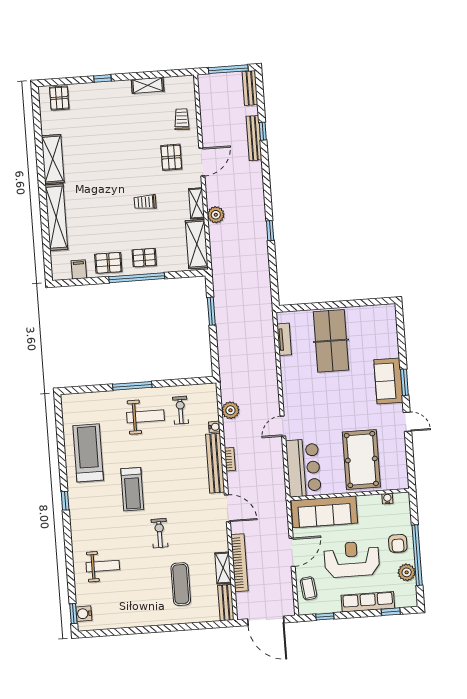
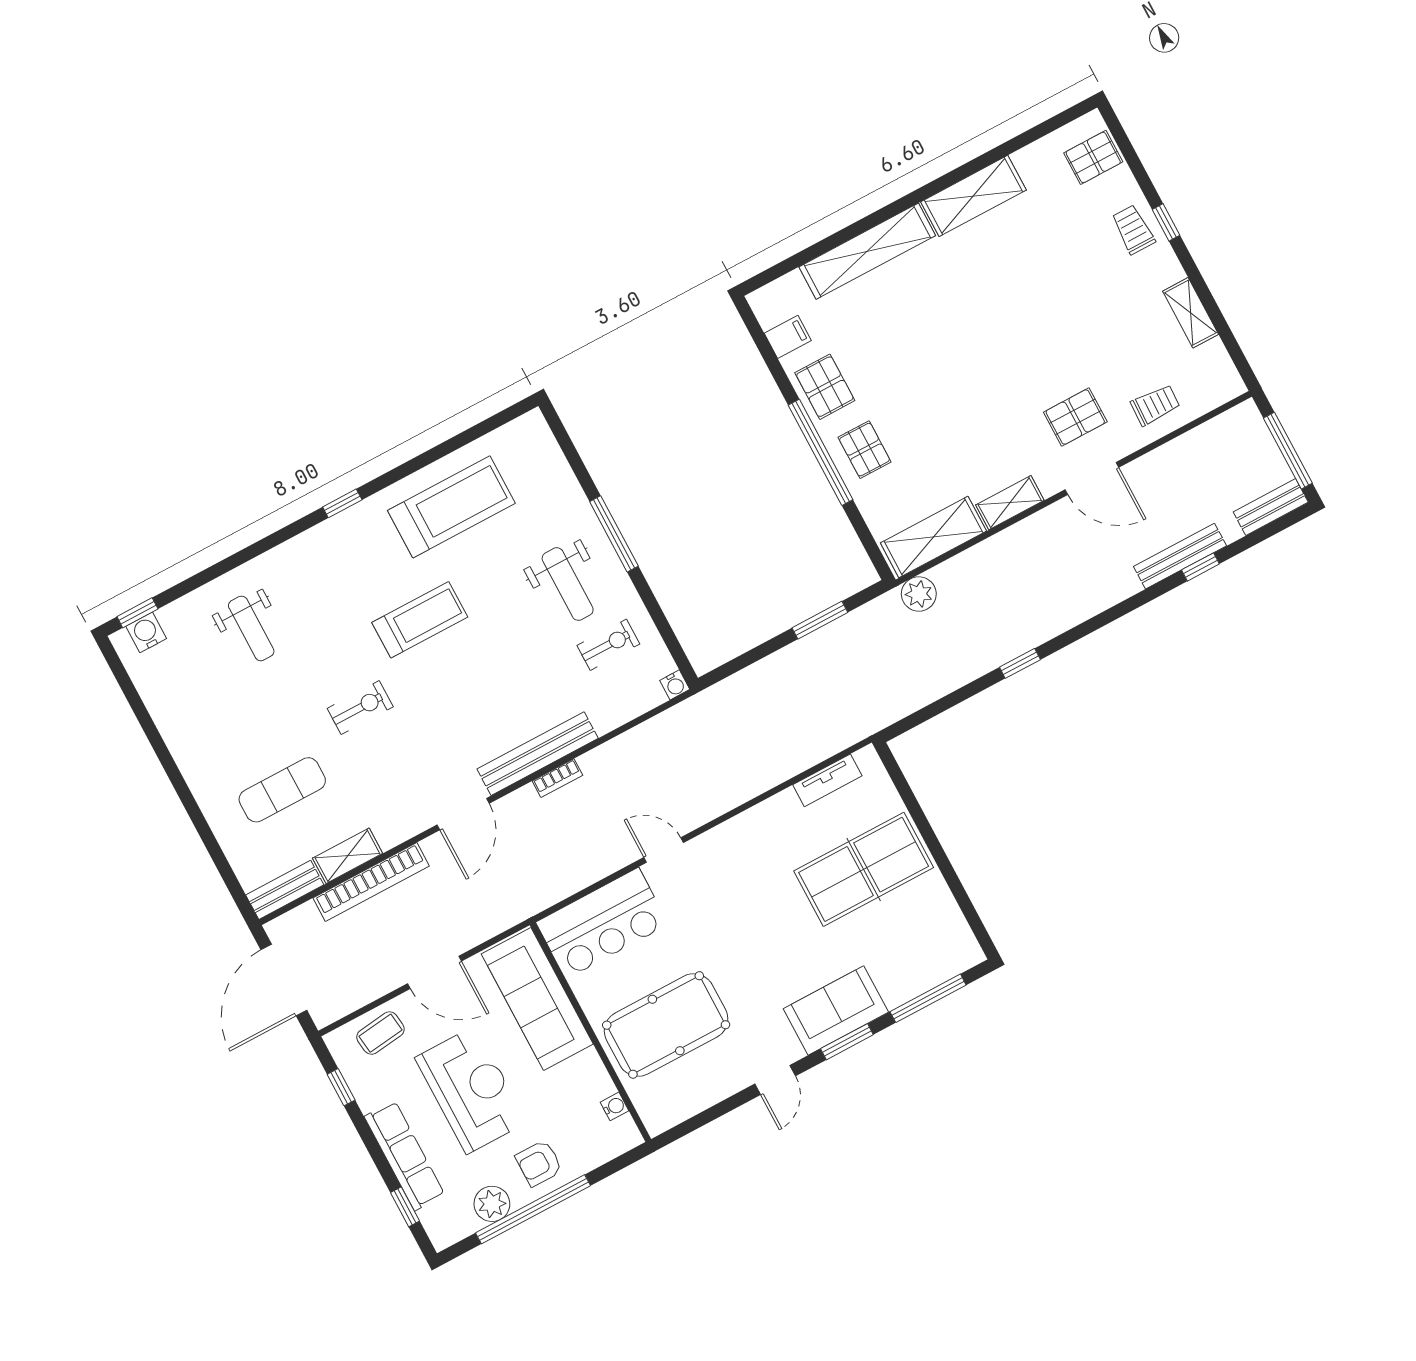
trolley: (145, 202) -> (1133, 230), moved
plant: (216, 215) -> (919, 594), moved
window: (401, 338) -> (928, 998), added
plant: (230, 410) -> (650, 738), removed
water cooler: (214, 427) -> (675, 685), moved
treadmill: (132, 489) -> (420, 620), turned 180

